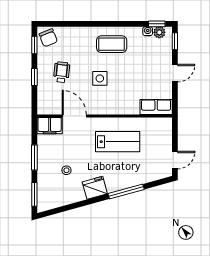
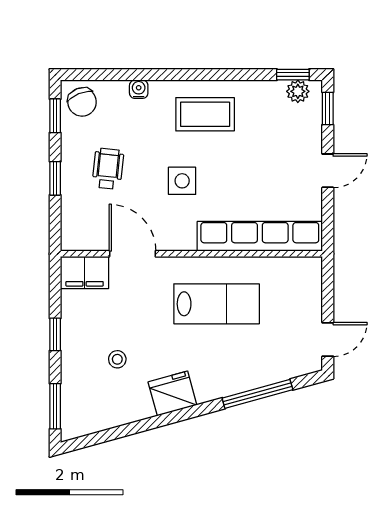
water cooler: (148, 31) -> (139, 89), moved
row of seats: (156, 107) -> (260, 236), width x2.02
window: (34, 157) -> (55, 334), width x0.67
window: (126, 192) -> (257, 394), moved

